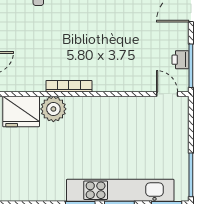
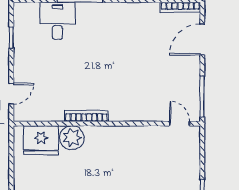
printer: (180, 60) -> (192, 91), removed

